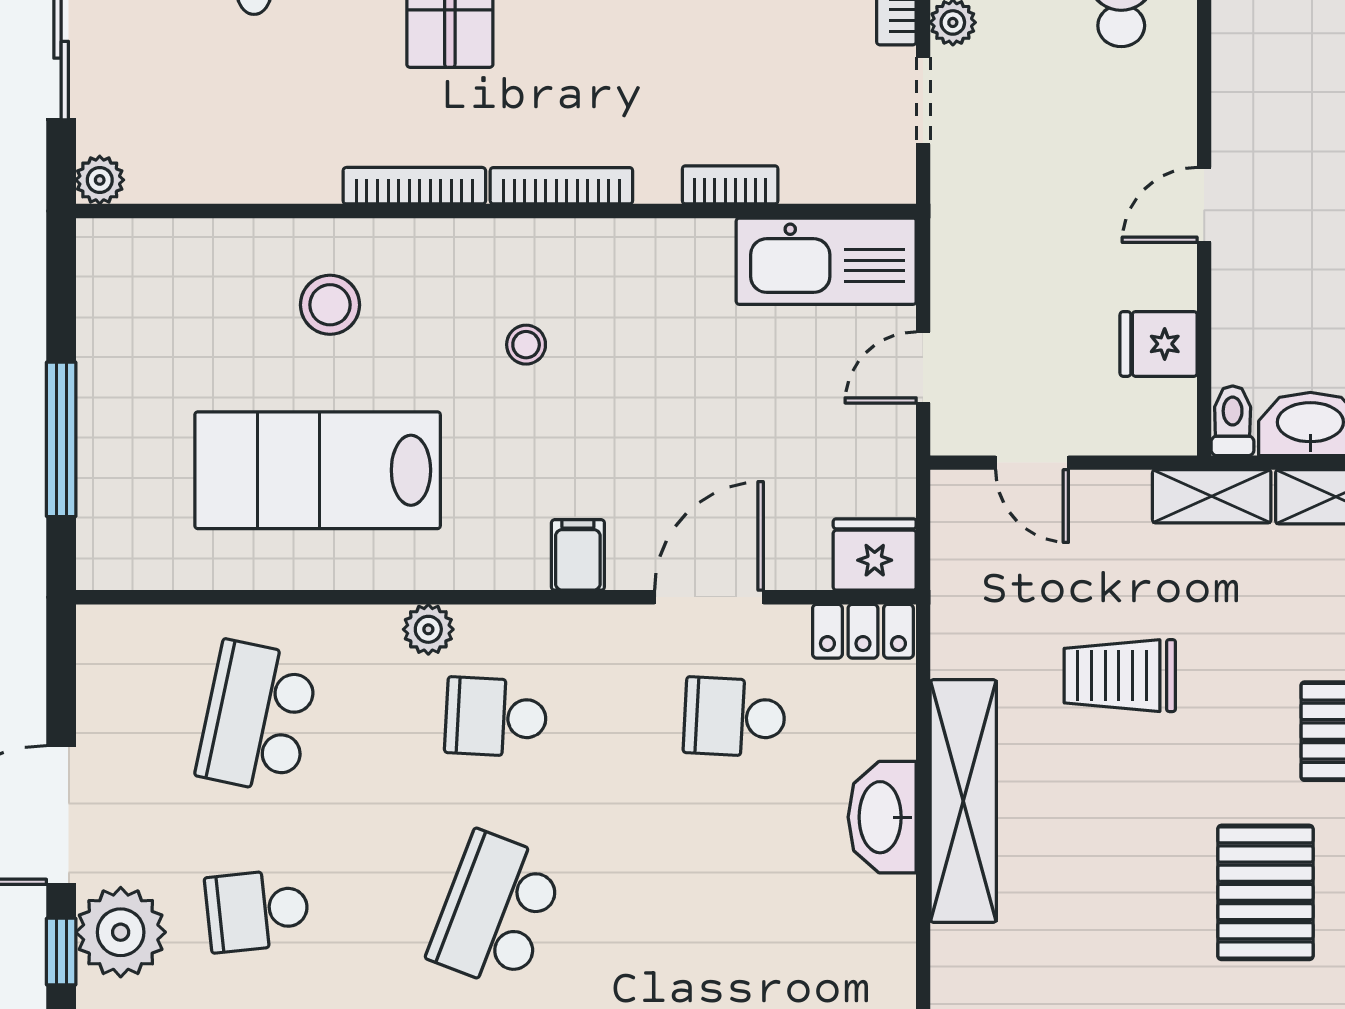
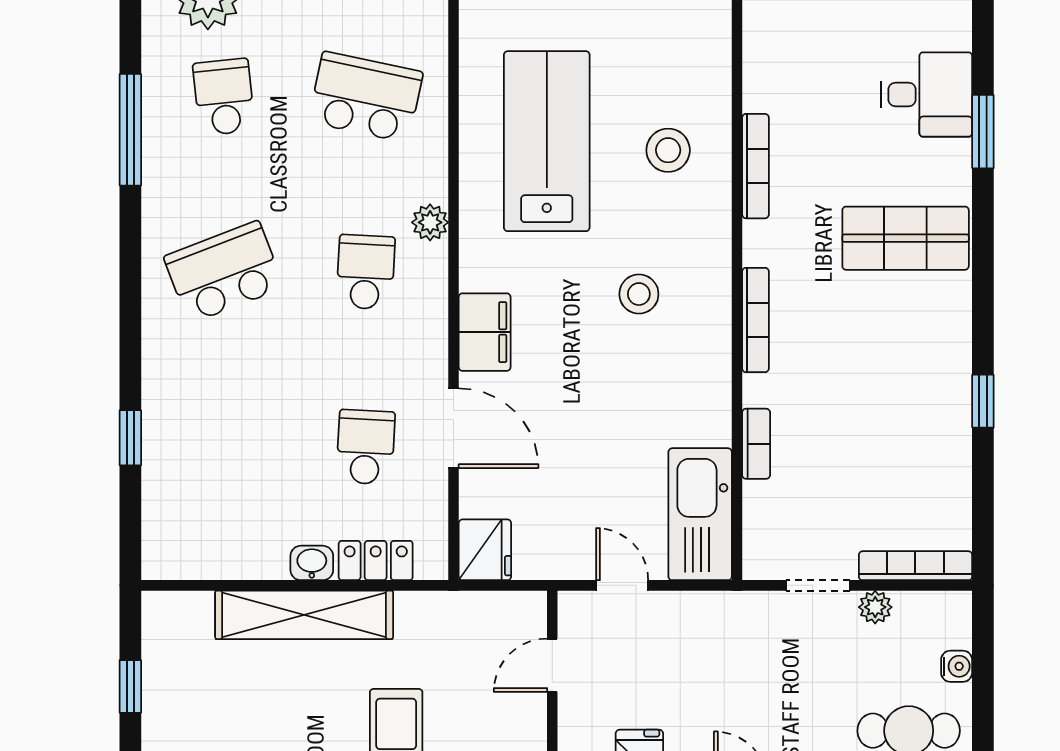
bookcase: (414, 186) -> (755, 166), moved
stool: (526, 345) -> (639, 294), width x1.37, depth x1.37
filing cabinet: (578, 555) -> (485, 332), width x2.00
locker: (863, 631) -> (376, 561), moved, turned 90
washbasin: (882, 817) -> (312, 563), width x0.52, depth x0.69
school desk: (496, 910) -> (224, 272), turned -42

